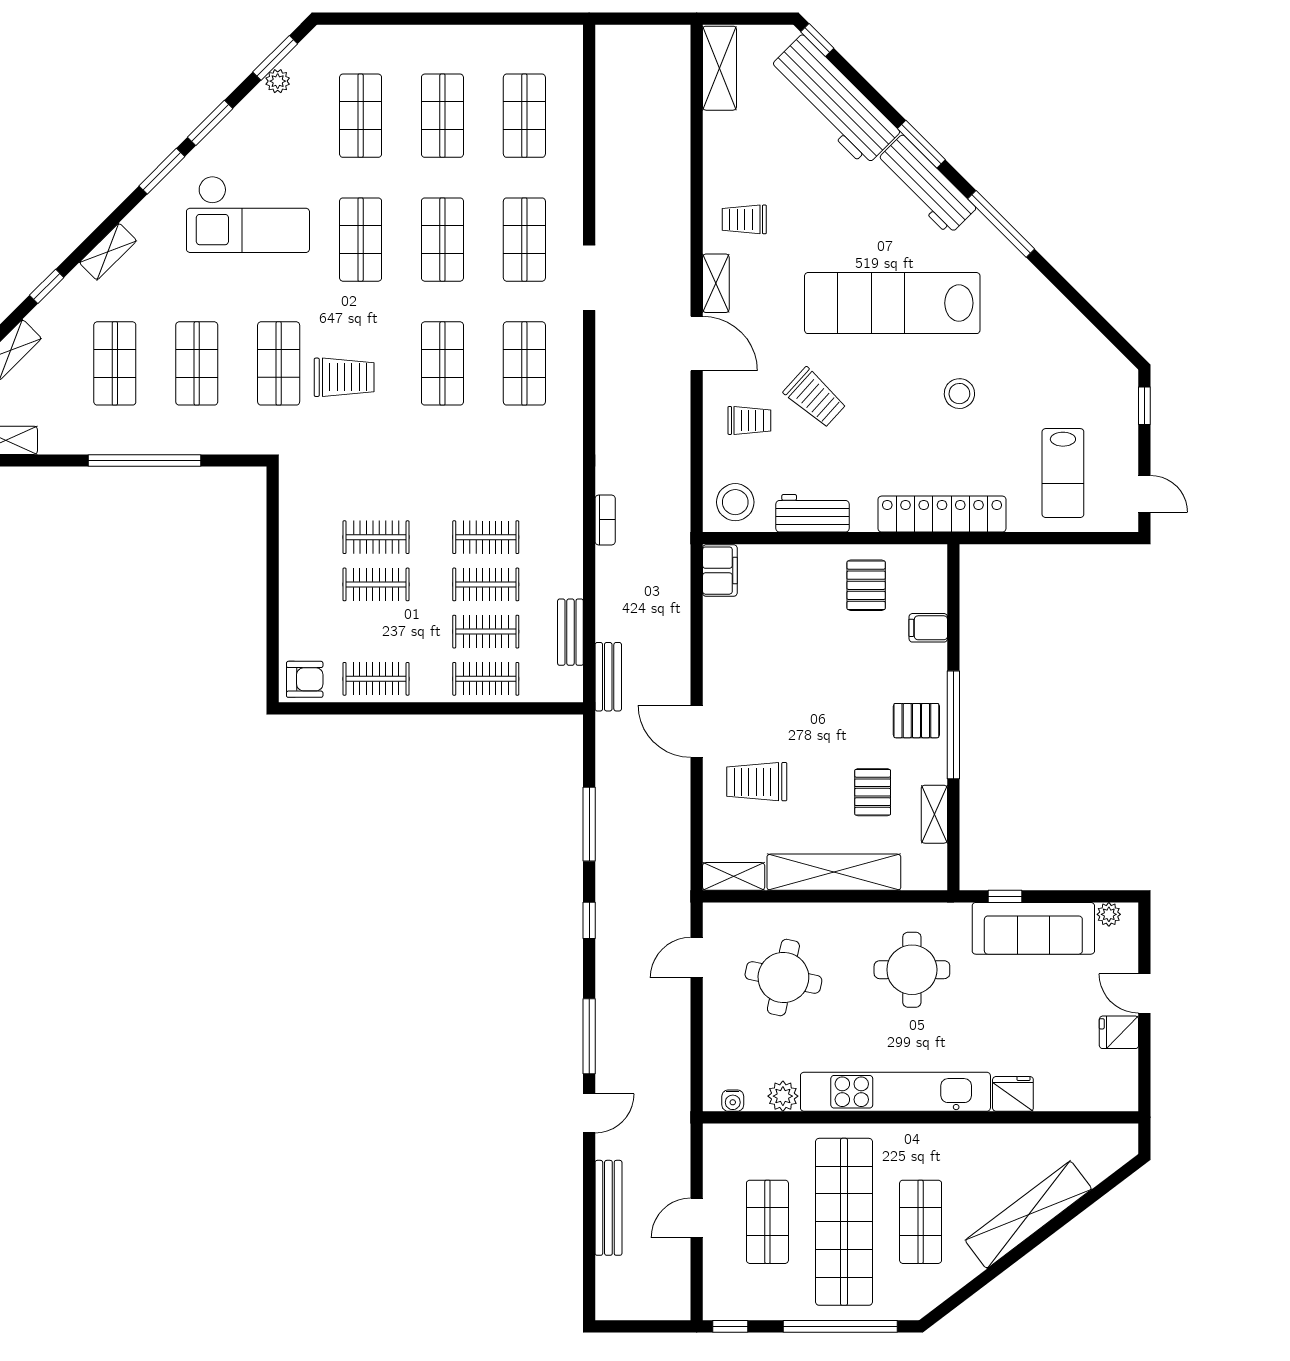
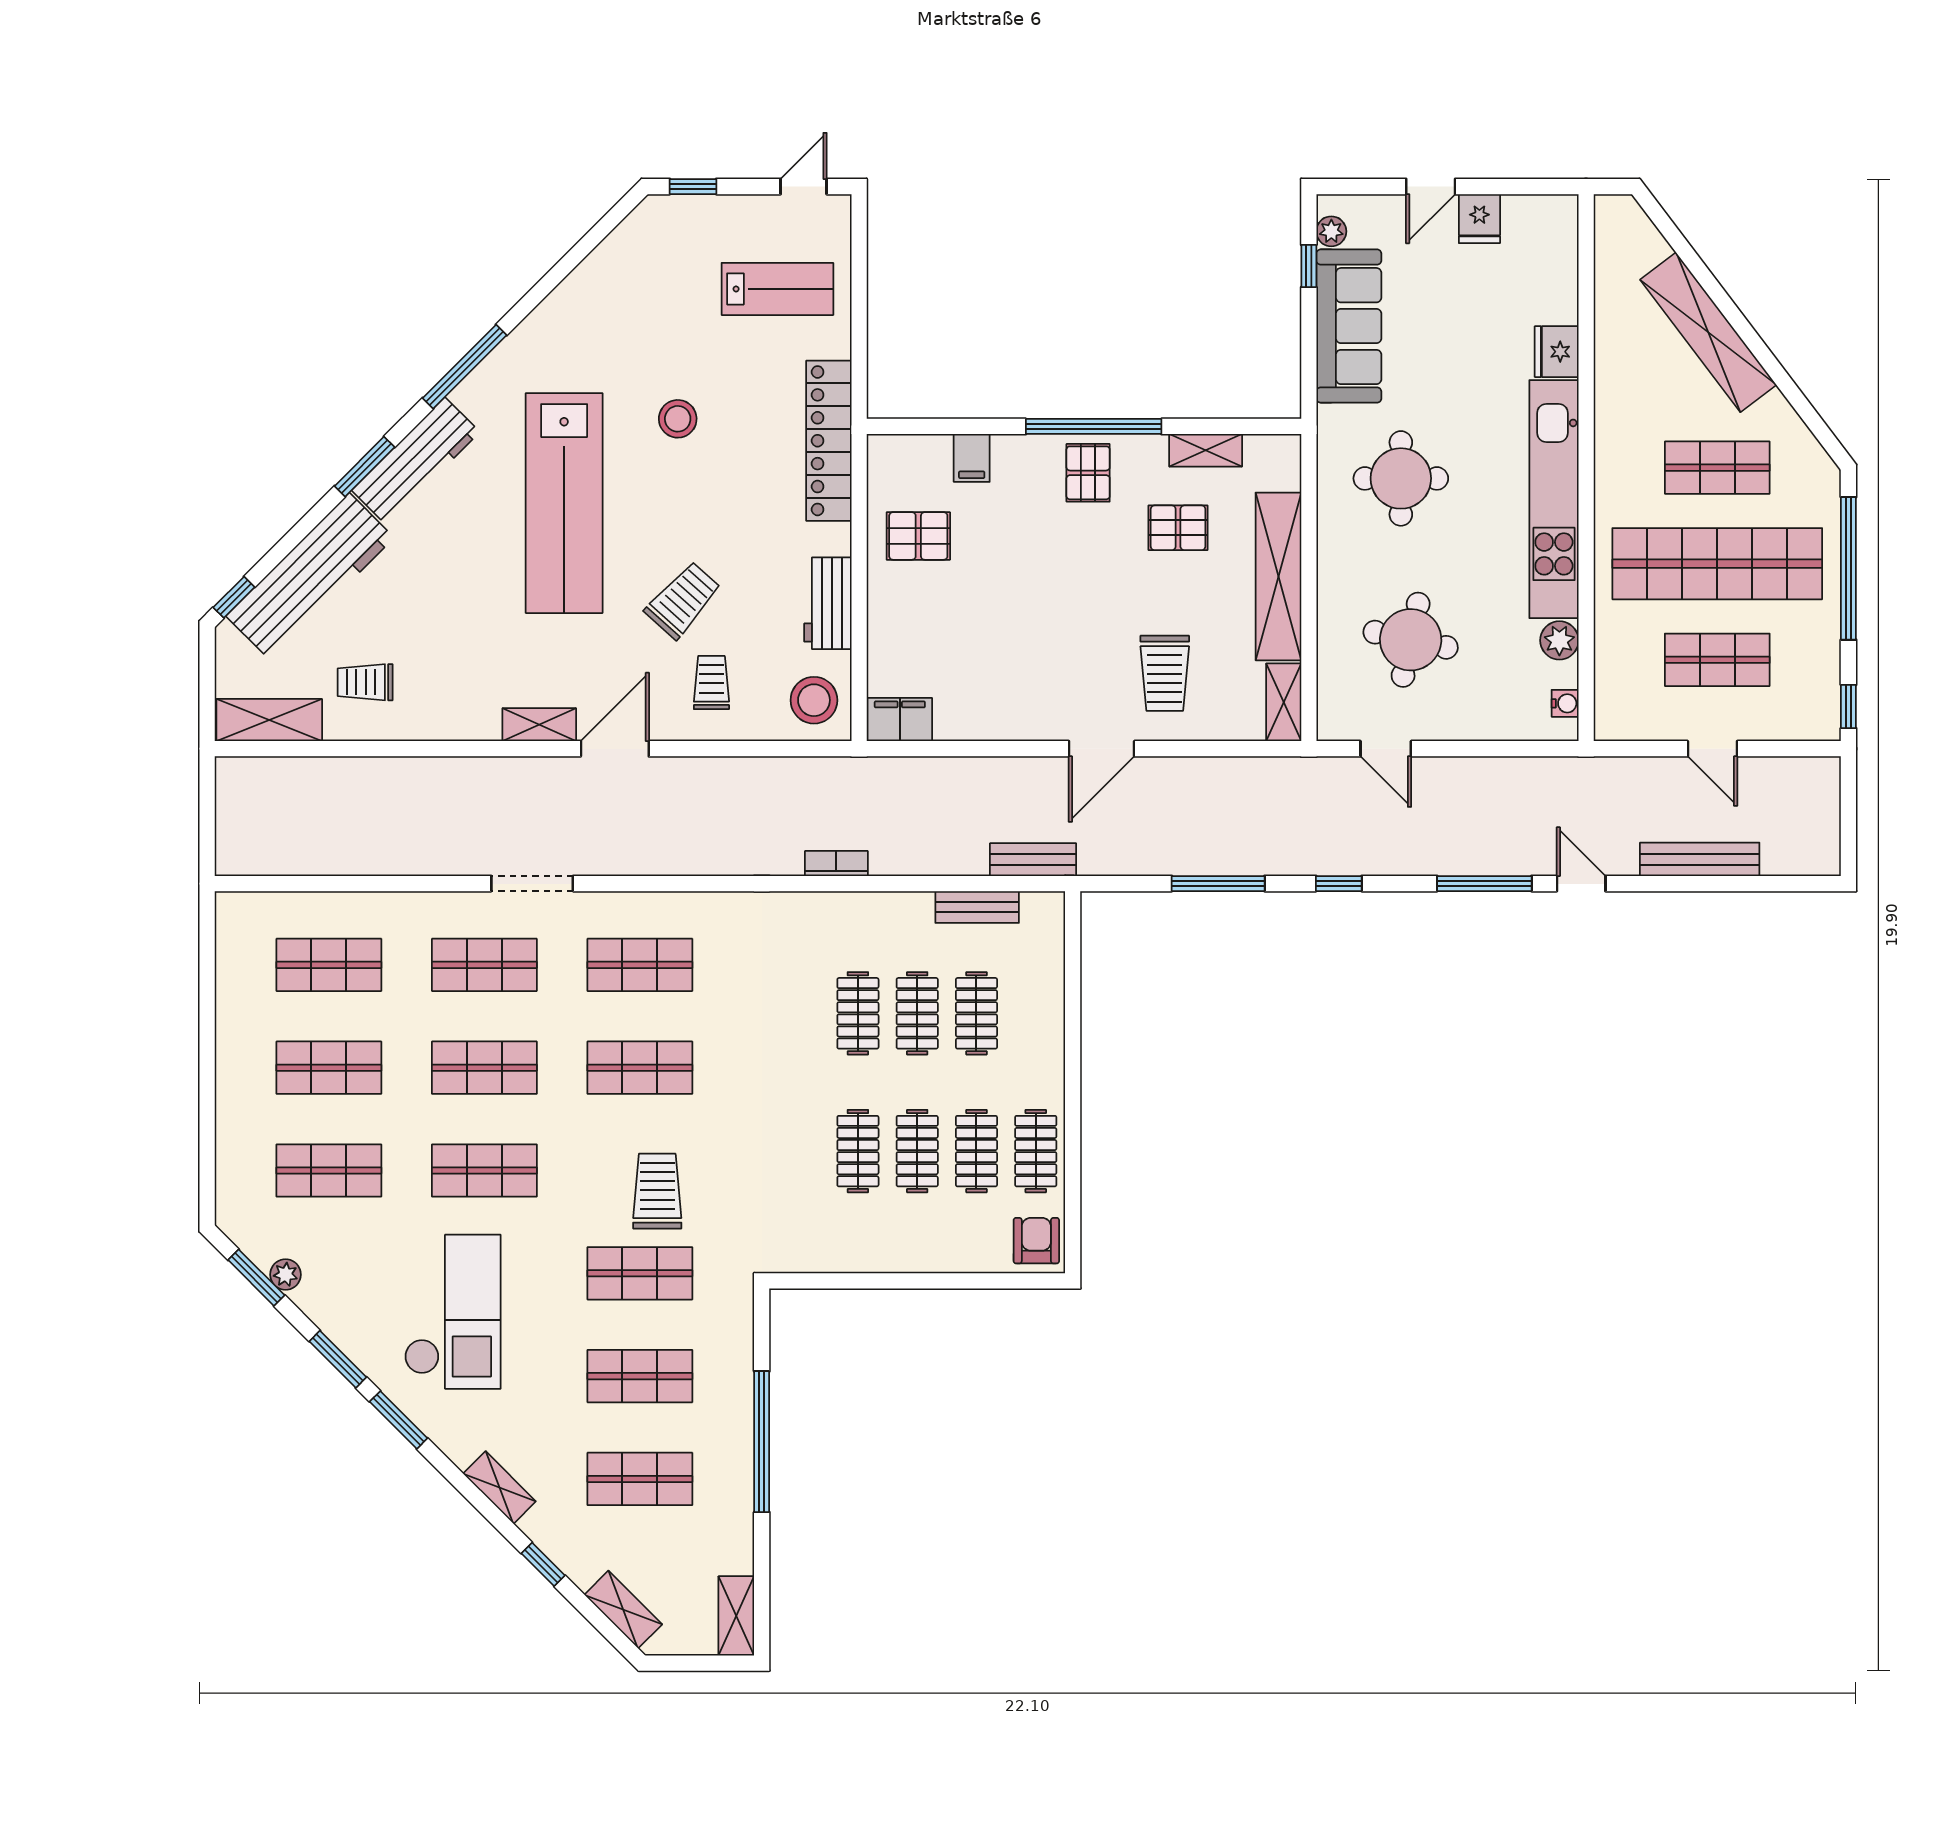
trolley: (744, 219) -> (365, 682), moved, turned 90
clothes rail: (486, 679) -> (976, 1151), moved
window: (1005, 896) -> (1309, 266), moved

